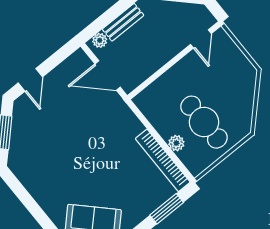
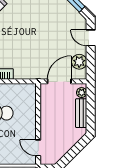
plant: (68, 71) -> (79, 62), added

